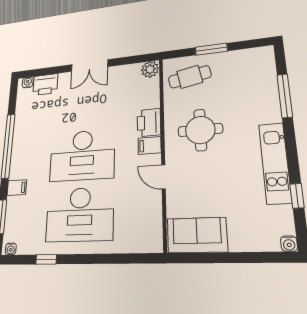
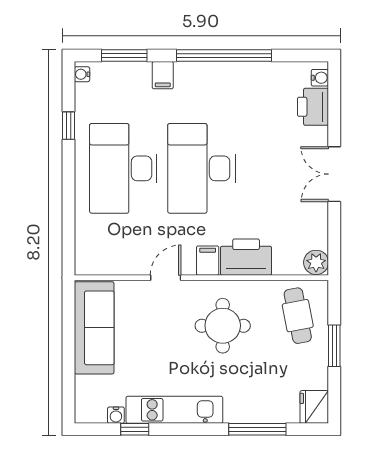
fridge: (261, 57) -> (314, 407), added
printer: (149, 122) -> (246, 257), width x1.37, depth x1.19
sofa: (197, 235) -> (94, 328), width x1.36
water cooler: (289, 244) -> (116, 415), moved, turned -90

